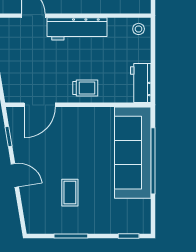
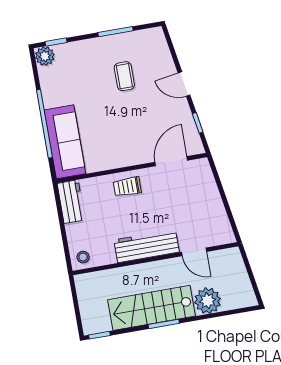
sofa: (133, 153) -> (65, 142), width x0.74, depth x0.79
plant: (142, 225) -> (45, 56), added

